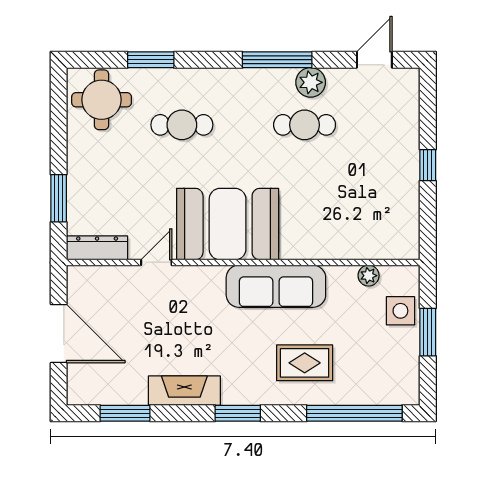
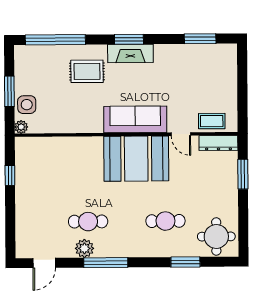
window: (428, 165) -> (10, 175), moved
door: (156, 262) -> (181, 134), hinge flipped
plant: (369, 276) -> (21, 127), moved
coffee table: (107, 283) -> (212, 121), added
sofa: (276, 286) -> (135, 119), moved
door: (59, 334) -> (242, 89), removed
fireplace: (184, 391) -> (130, 53), moved

